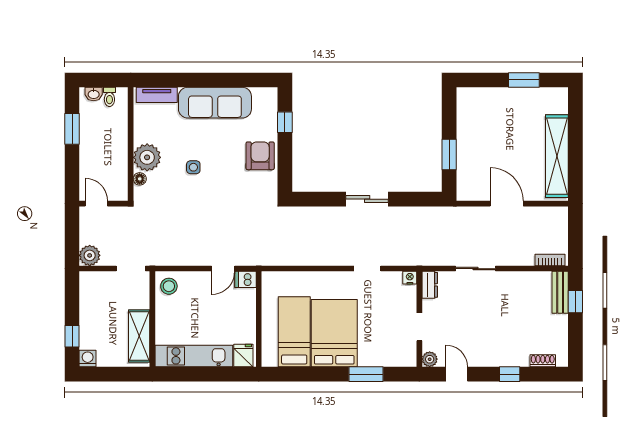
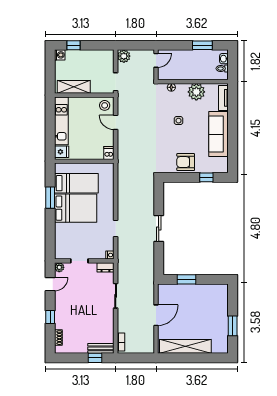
armchair: (260, 156) -> (186, 162), turned 180
plant: (147, 157) -> (196, 92), moved
door: (223, 269) -> (116, 122), moved
window: (366, 374) -> (50, 198), moved

